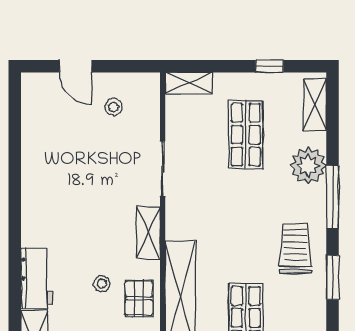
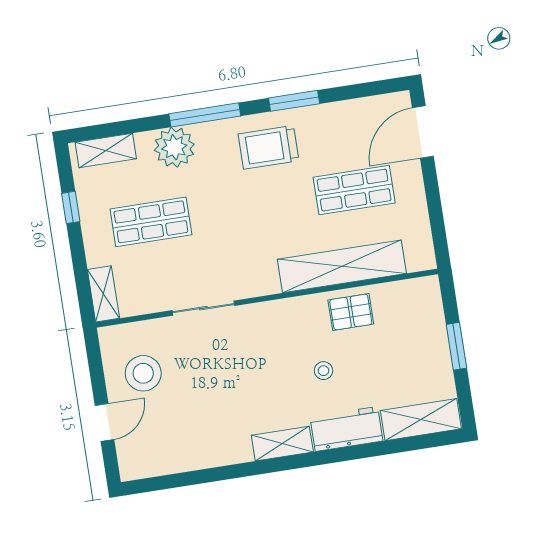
stool: (114, 107) -> (143, 373), width x1.89, depth x1.89
shelving: (148, 233) -> (282, 444), moved
stool: (102, 284) -> (323, 371), moved

